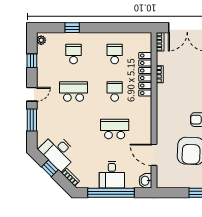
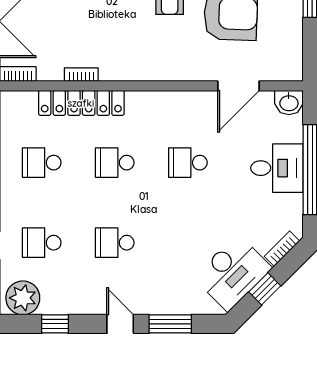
plant: (41, 40) -> (23, 298), width x1.88, depth x1.88
school desk: (74, 91) -> (115, 243), width x0.54
school desk: (115, 129) -> (188, 163), width x0.54

